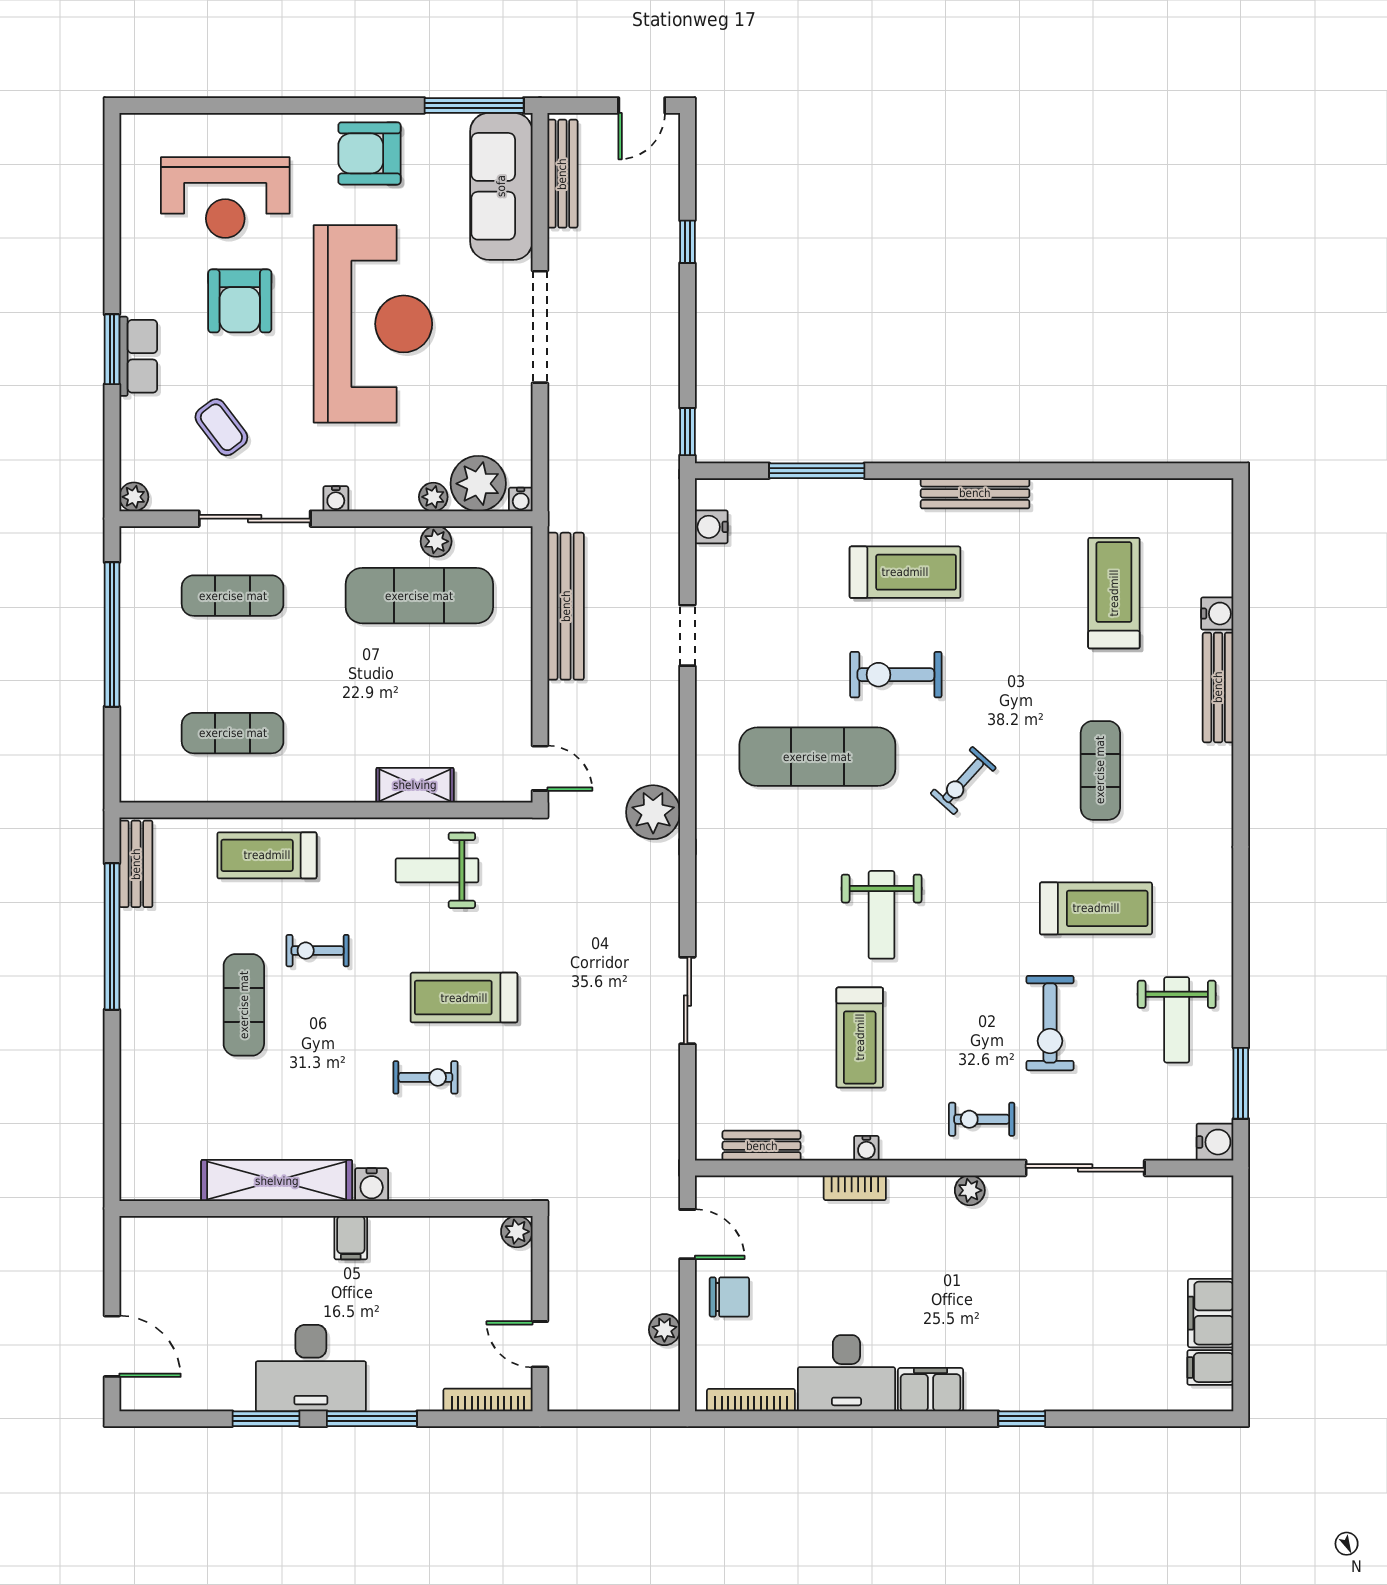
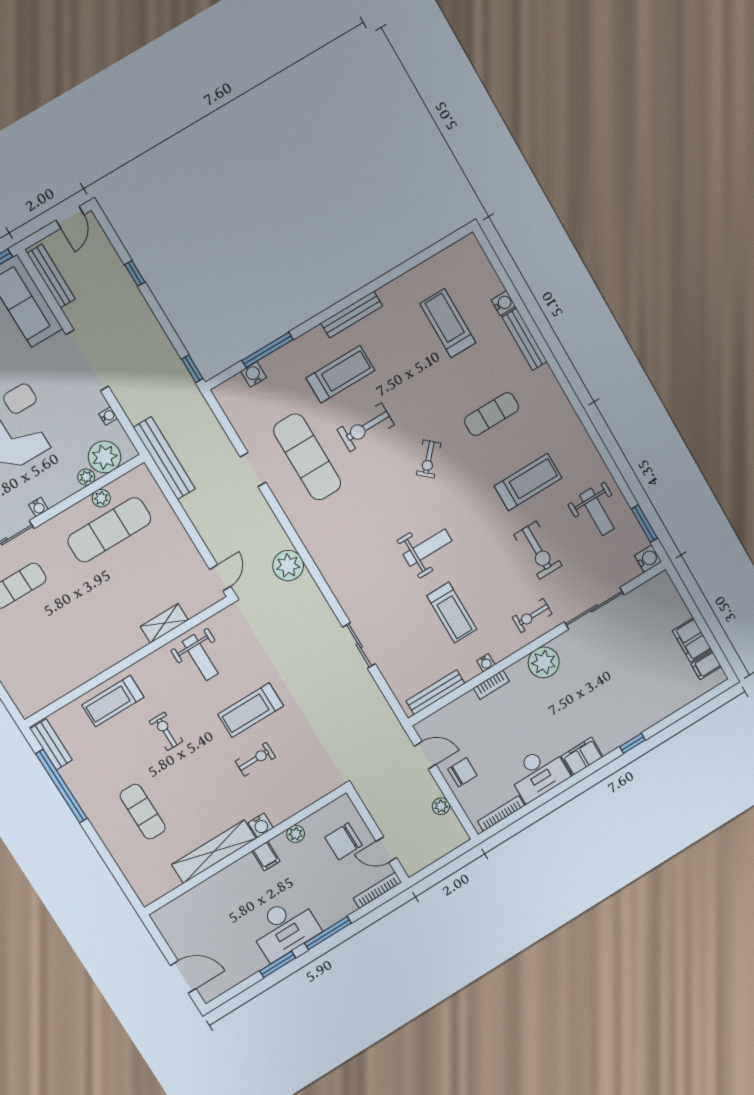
water cooler: (521, 499) -> (108, 416), moved, turned -90
water cooler: (711, 527) -> (254, 374), moved, turned 90
bench: (566, 606) -> (164, 458), moved
exercise mat: (233, 733) -> (59, 653), removed
exercise mat: (817, 757) -> (307, 457), moved, turned 90
door: (540, 768) -> (220, 578), hinge flipped
exercise mat: (1100, 770) -> (492, 414), turned 90
weight bench: (437, 870) -> (200, 658), turned -90
weight bench: (882, 915) -> (428, 548), turned -90
exercise bike: (318, 951) -> (166, 731), turned 90
exercise mat: (244, 1005) -> (143, 812), moved
bench: (762, 1146) -> (435, 692), width x1.36
plant: (970, 1190) -> (544, 662), width x1.88, depth x1.88
plant: (517, 1232) -> (296, 834), moved
chair: (482, 1290) -> (344, 841), added

